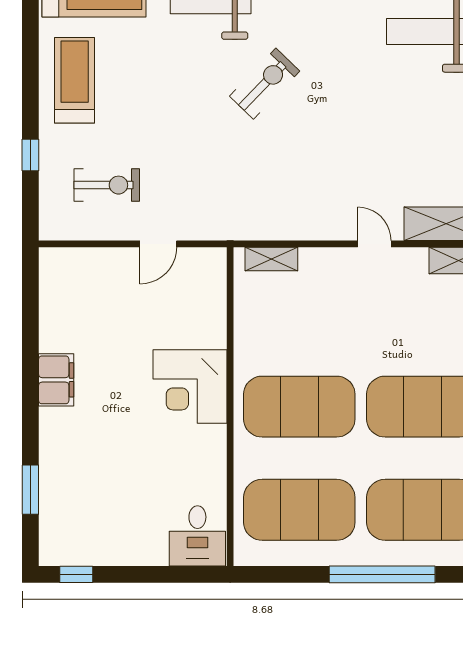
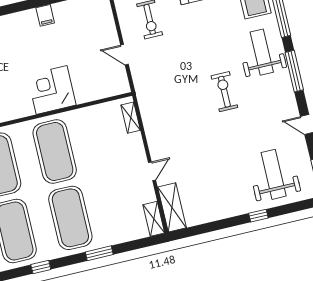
exercise bike: (265, 84) -> (224, 92), turned -134
filing cabinet: (56, 380) -> (45, 15), width x0.50

